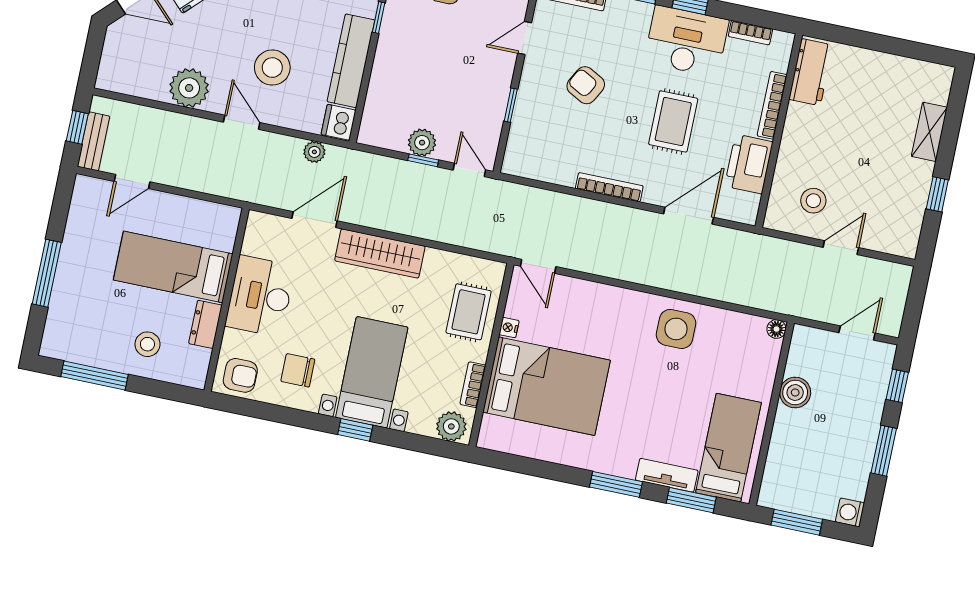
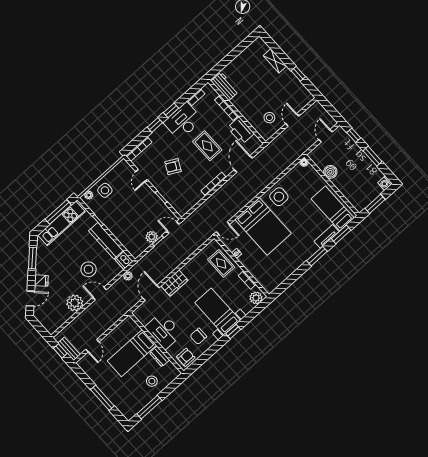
wardrobe: (380, 253) -> (174, 283), width x0.67
bed: (547, 386) -> (263, 226), moved, turned 90

